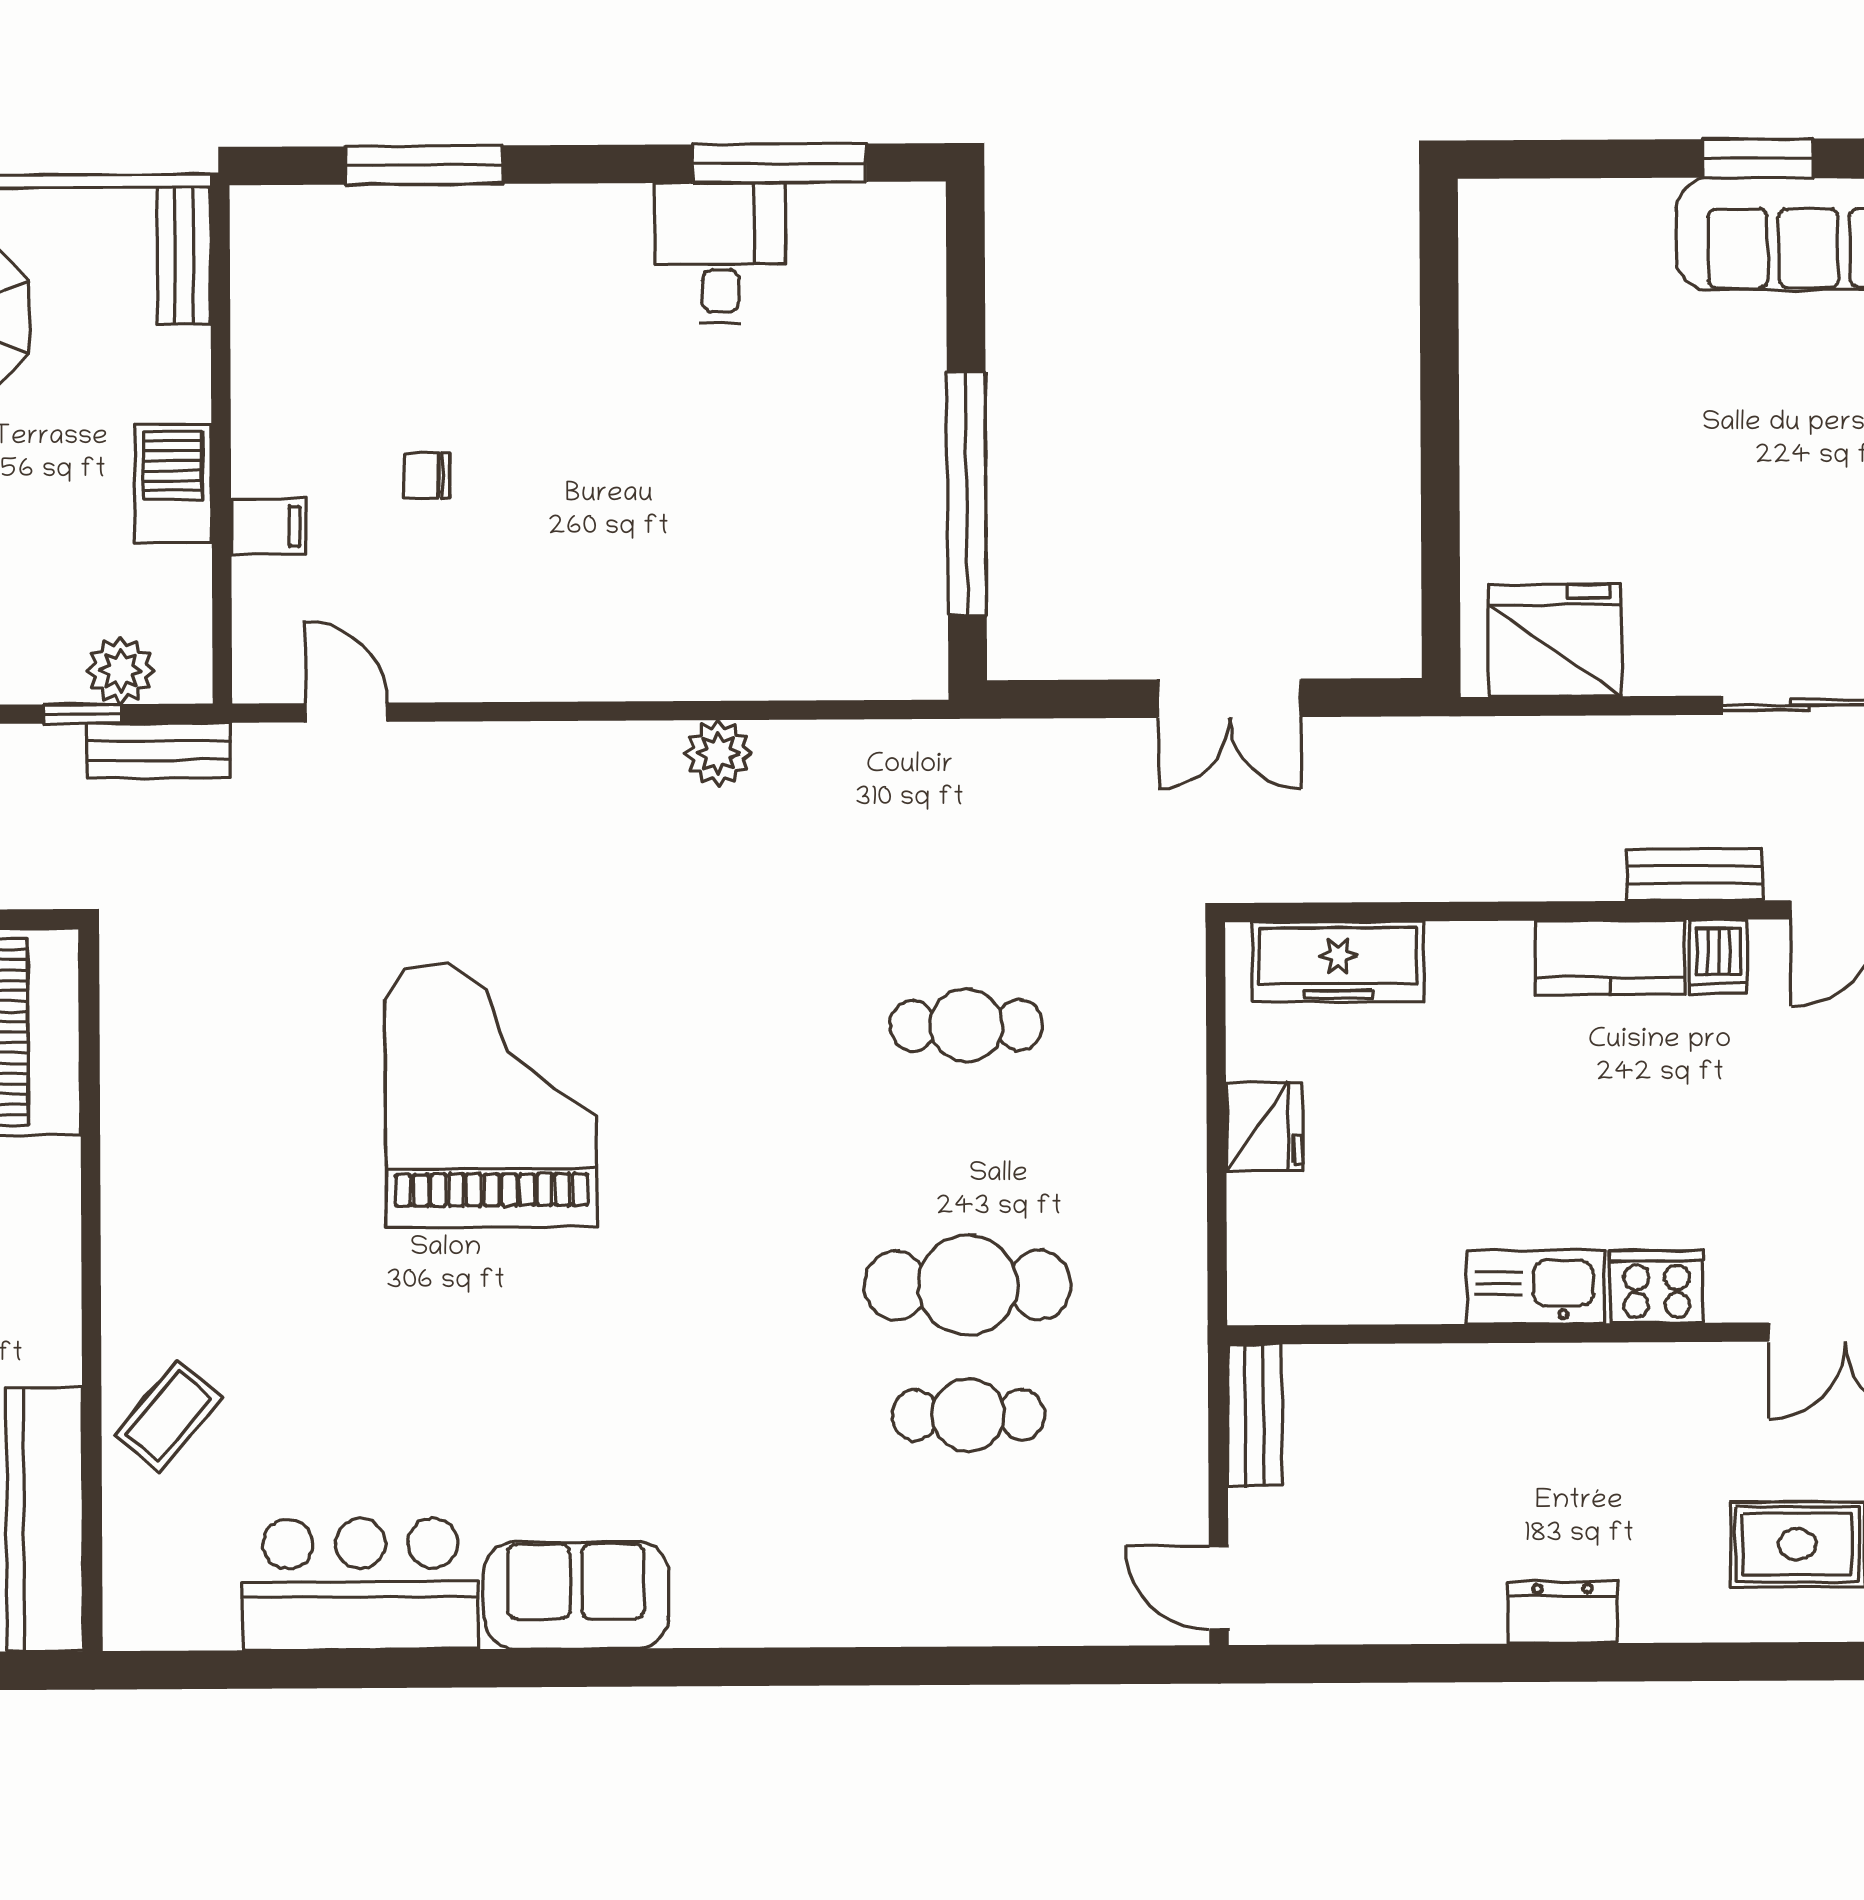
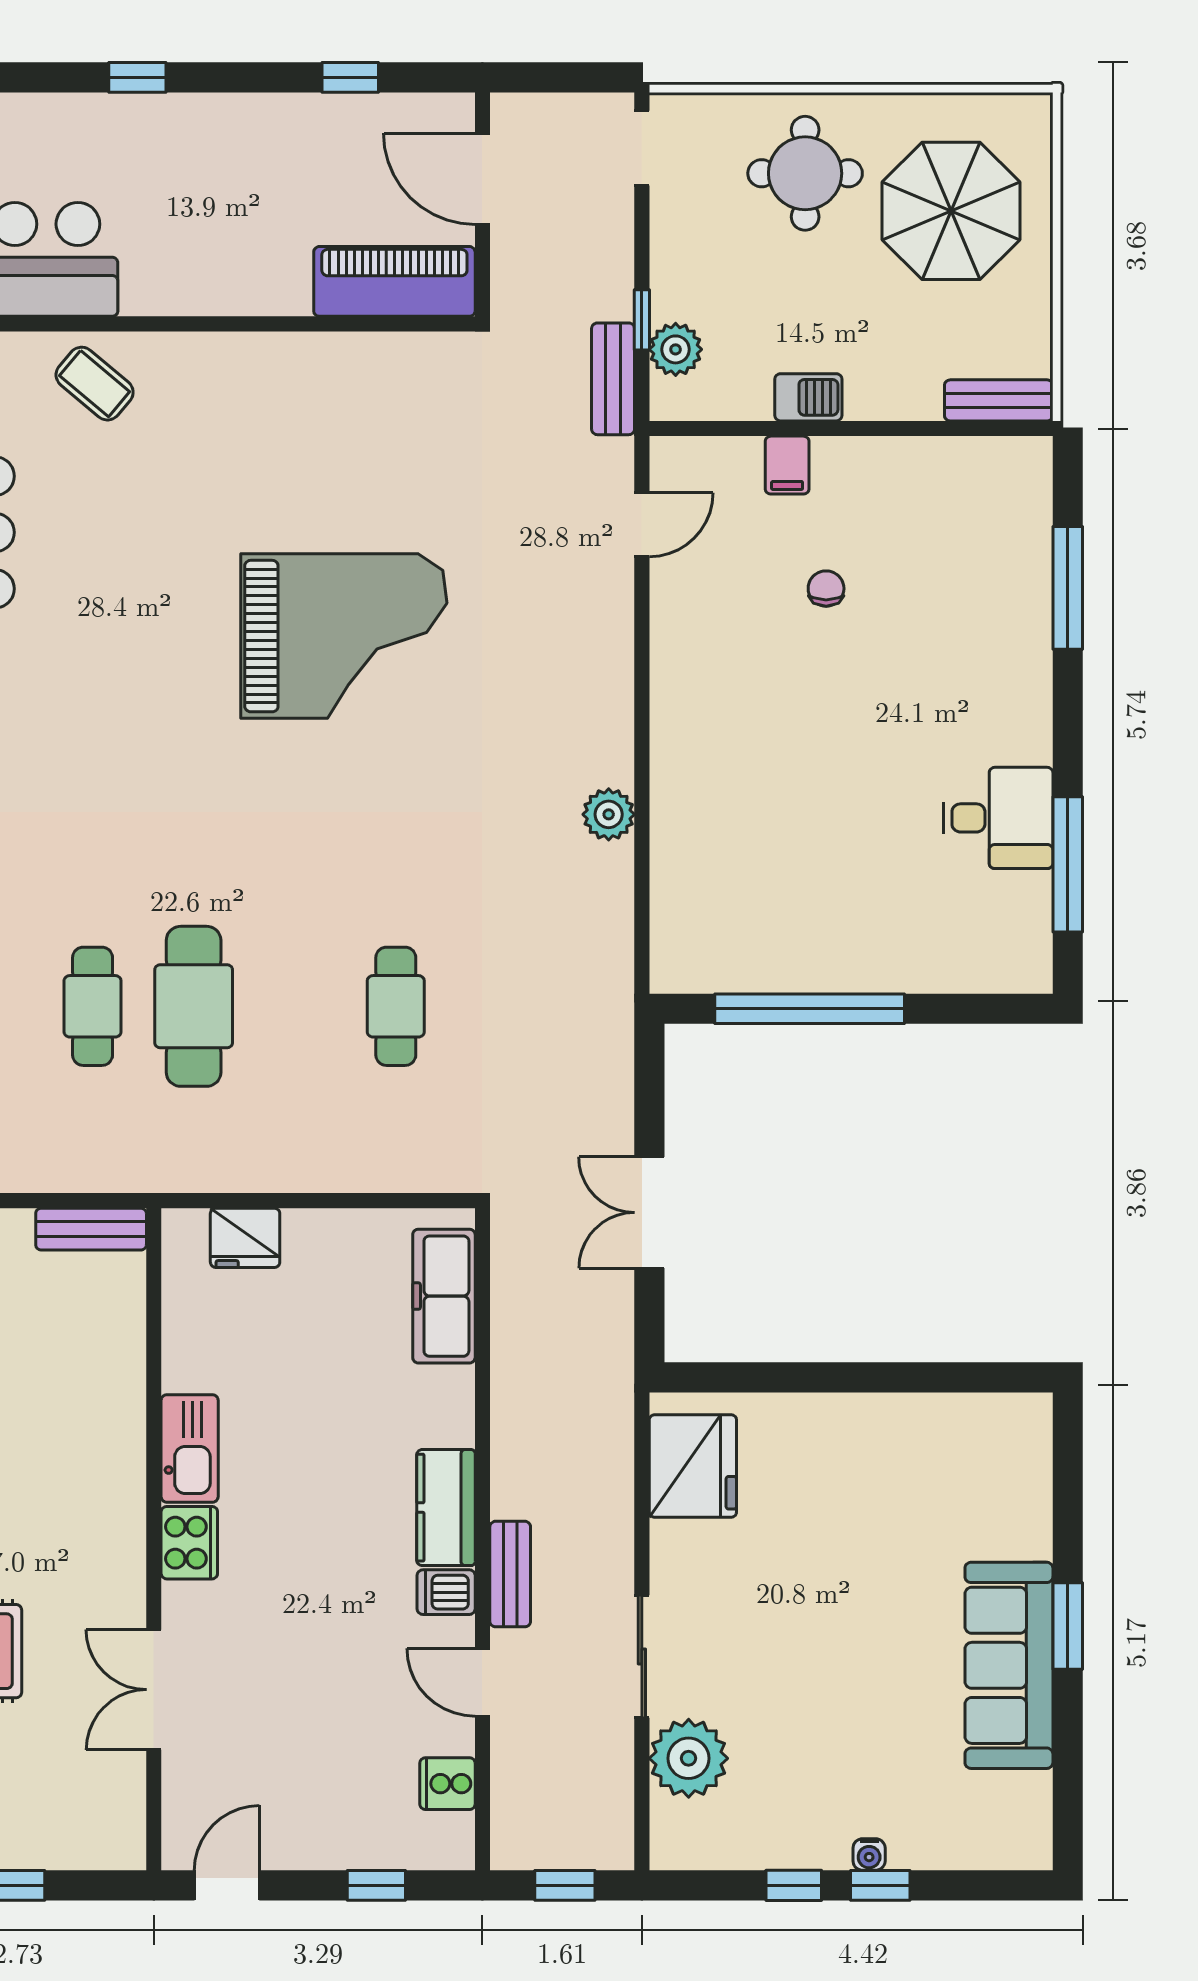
barbecue: (173, 483) -> (808, 397), width x0.73, depth x0.79
fridge: (1264, 1126) -> (245, 1238), moved

